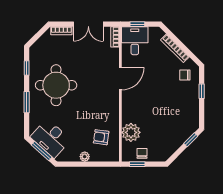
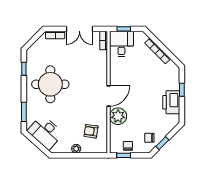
chair: (185, 75) -> (149, 138), moved
door: (120, 79) -> (108, 96), moved
window: (27, 102) -> (24, 112), moved
printer: (190, 105) -> (171, 102), added
plant: (131, 132) -> (118, 116), moved
window: (191, 140) -> (162, 143), moved
window: (42, 151) -> (37, 144), removed

